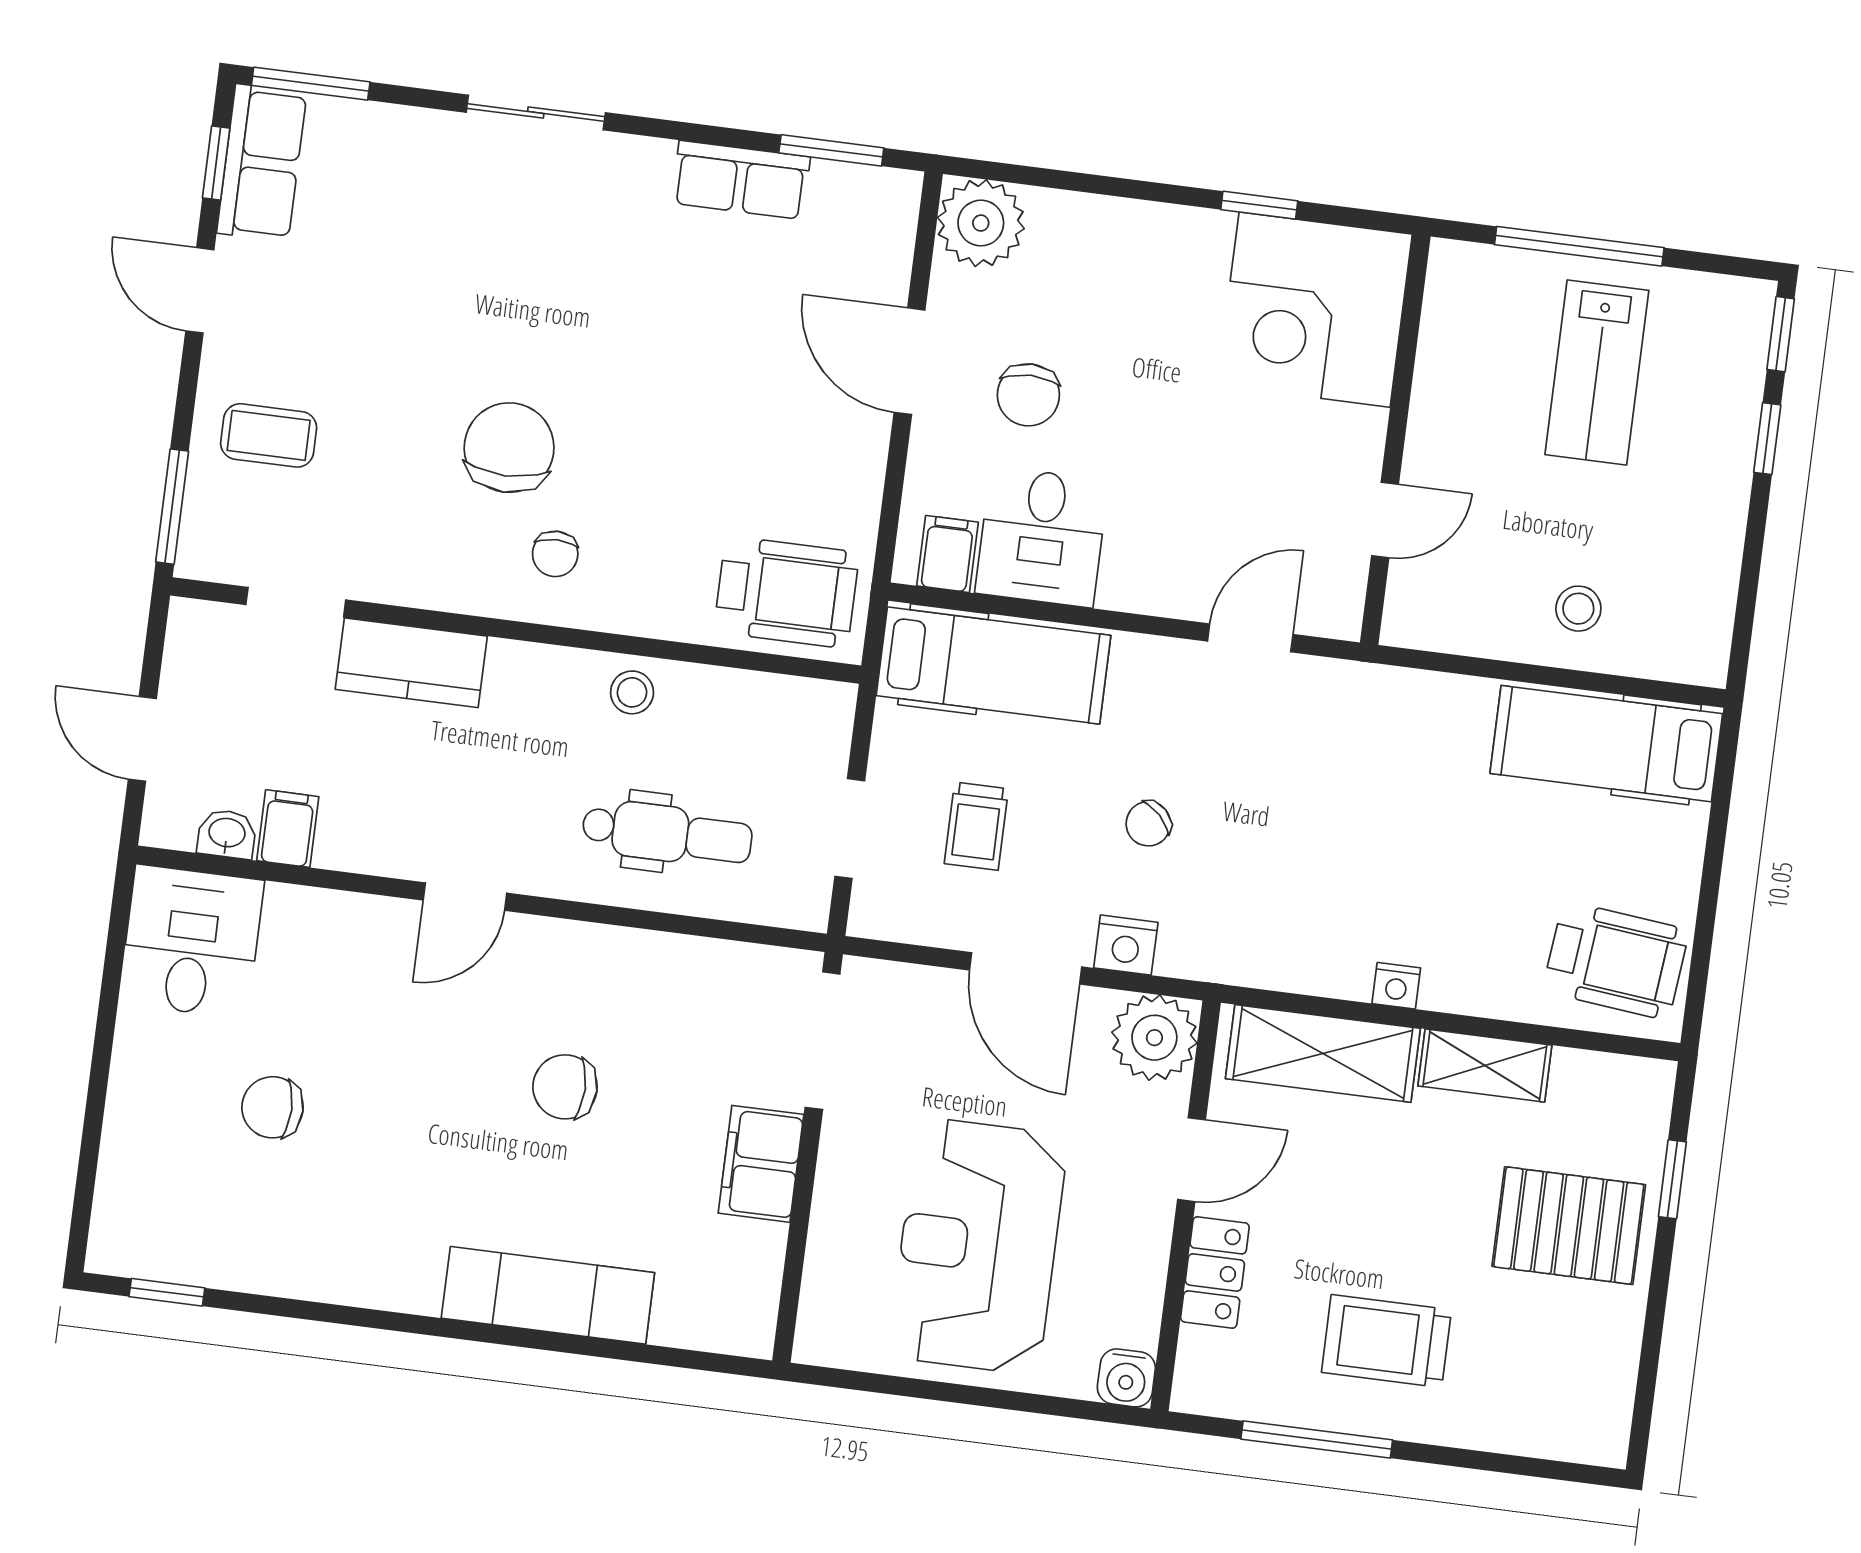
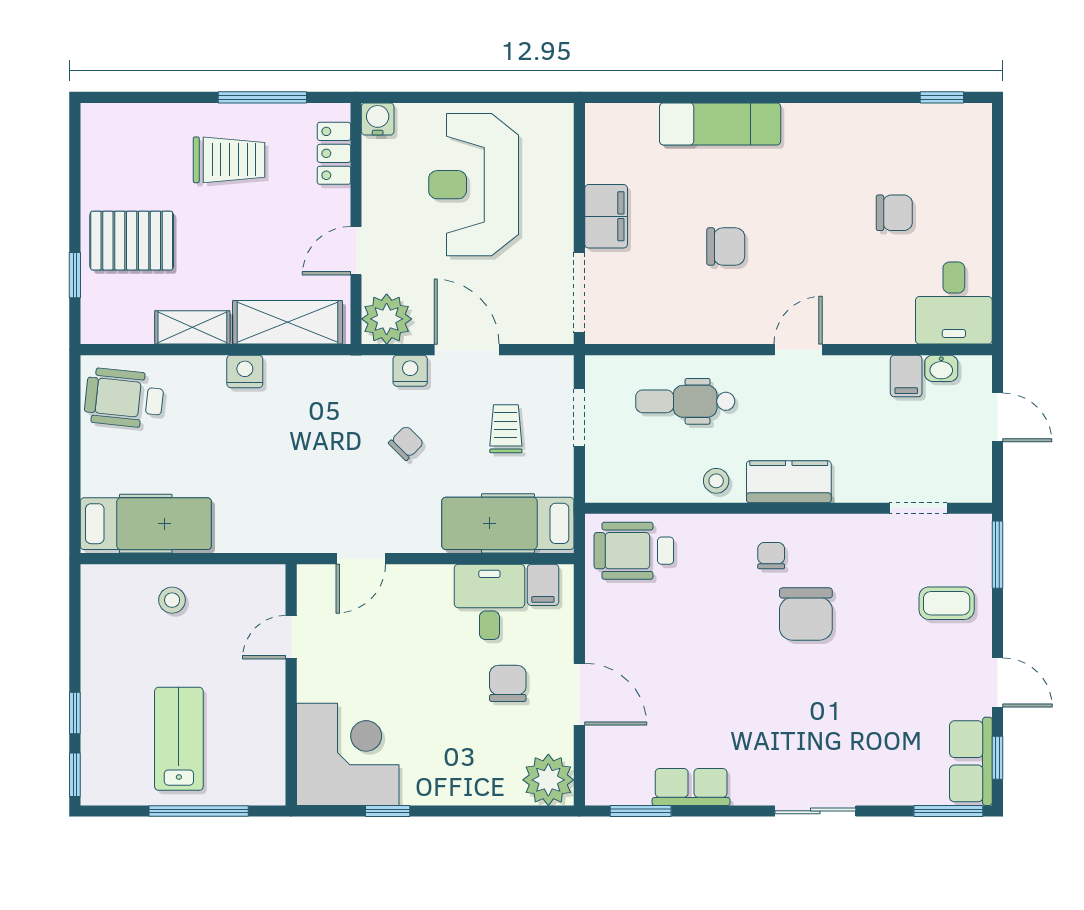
kitchen counter: (411, 663) -> (789, 482), moved
nightstand: (1396, 986) -> (245, 371), width x1.39, depth x1.35
reception desk: (978, 1246) -> (474, 185), turned 180
locker: (1215, 1272) -> (334, 153), moved

